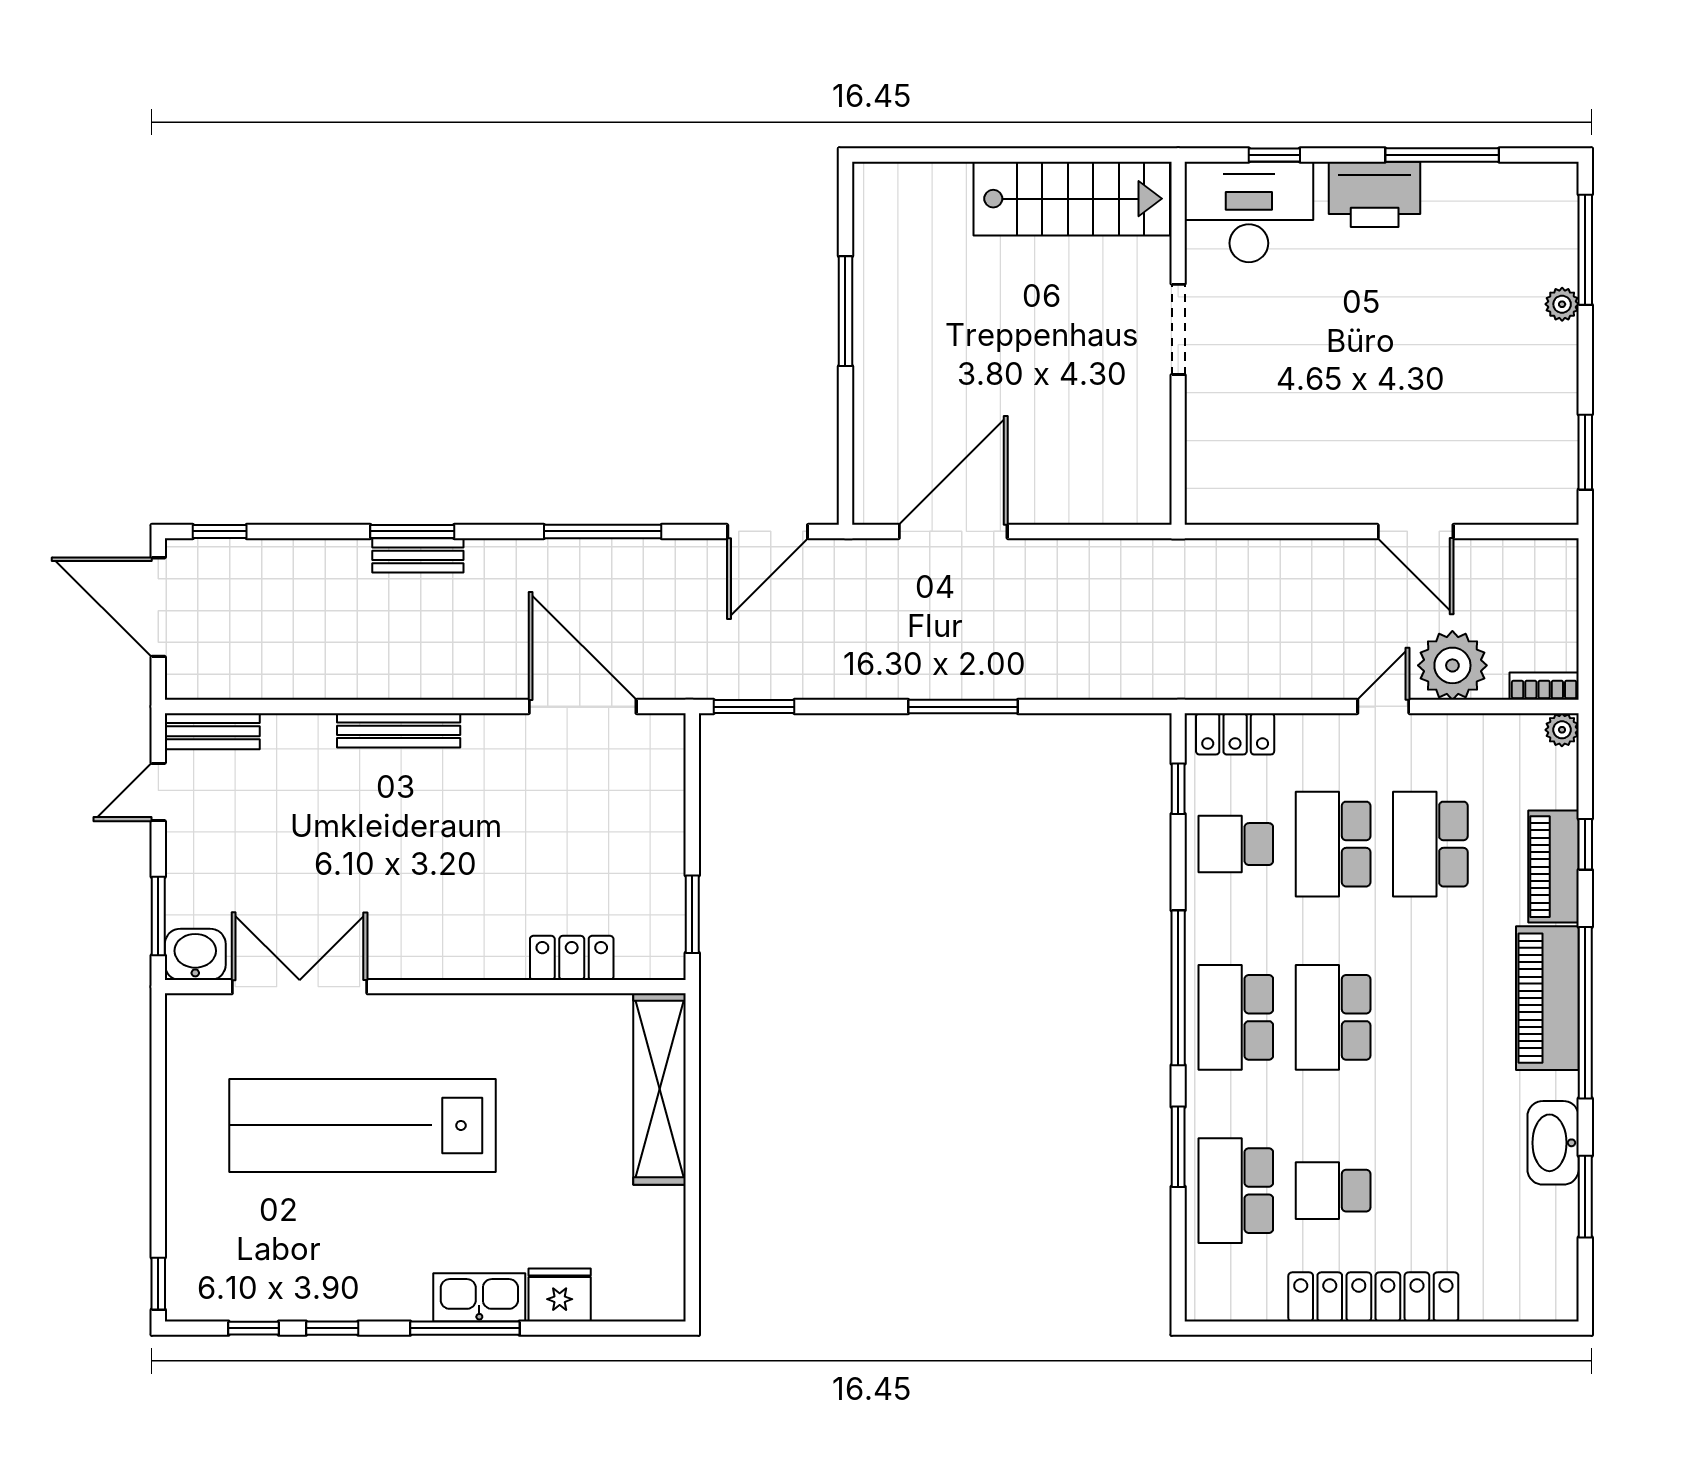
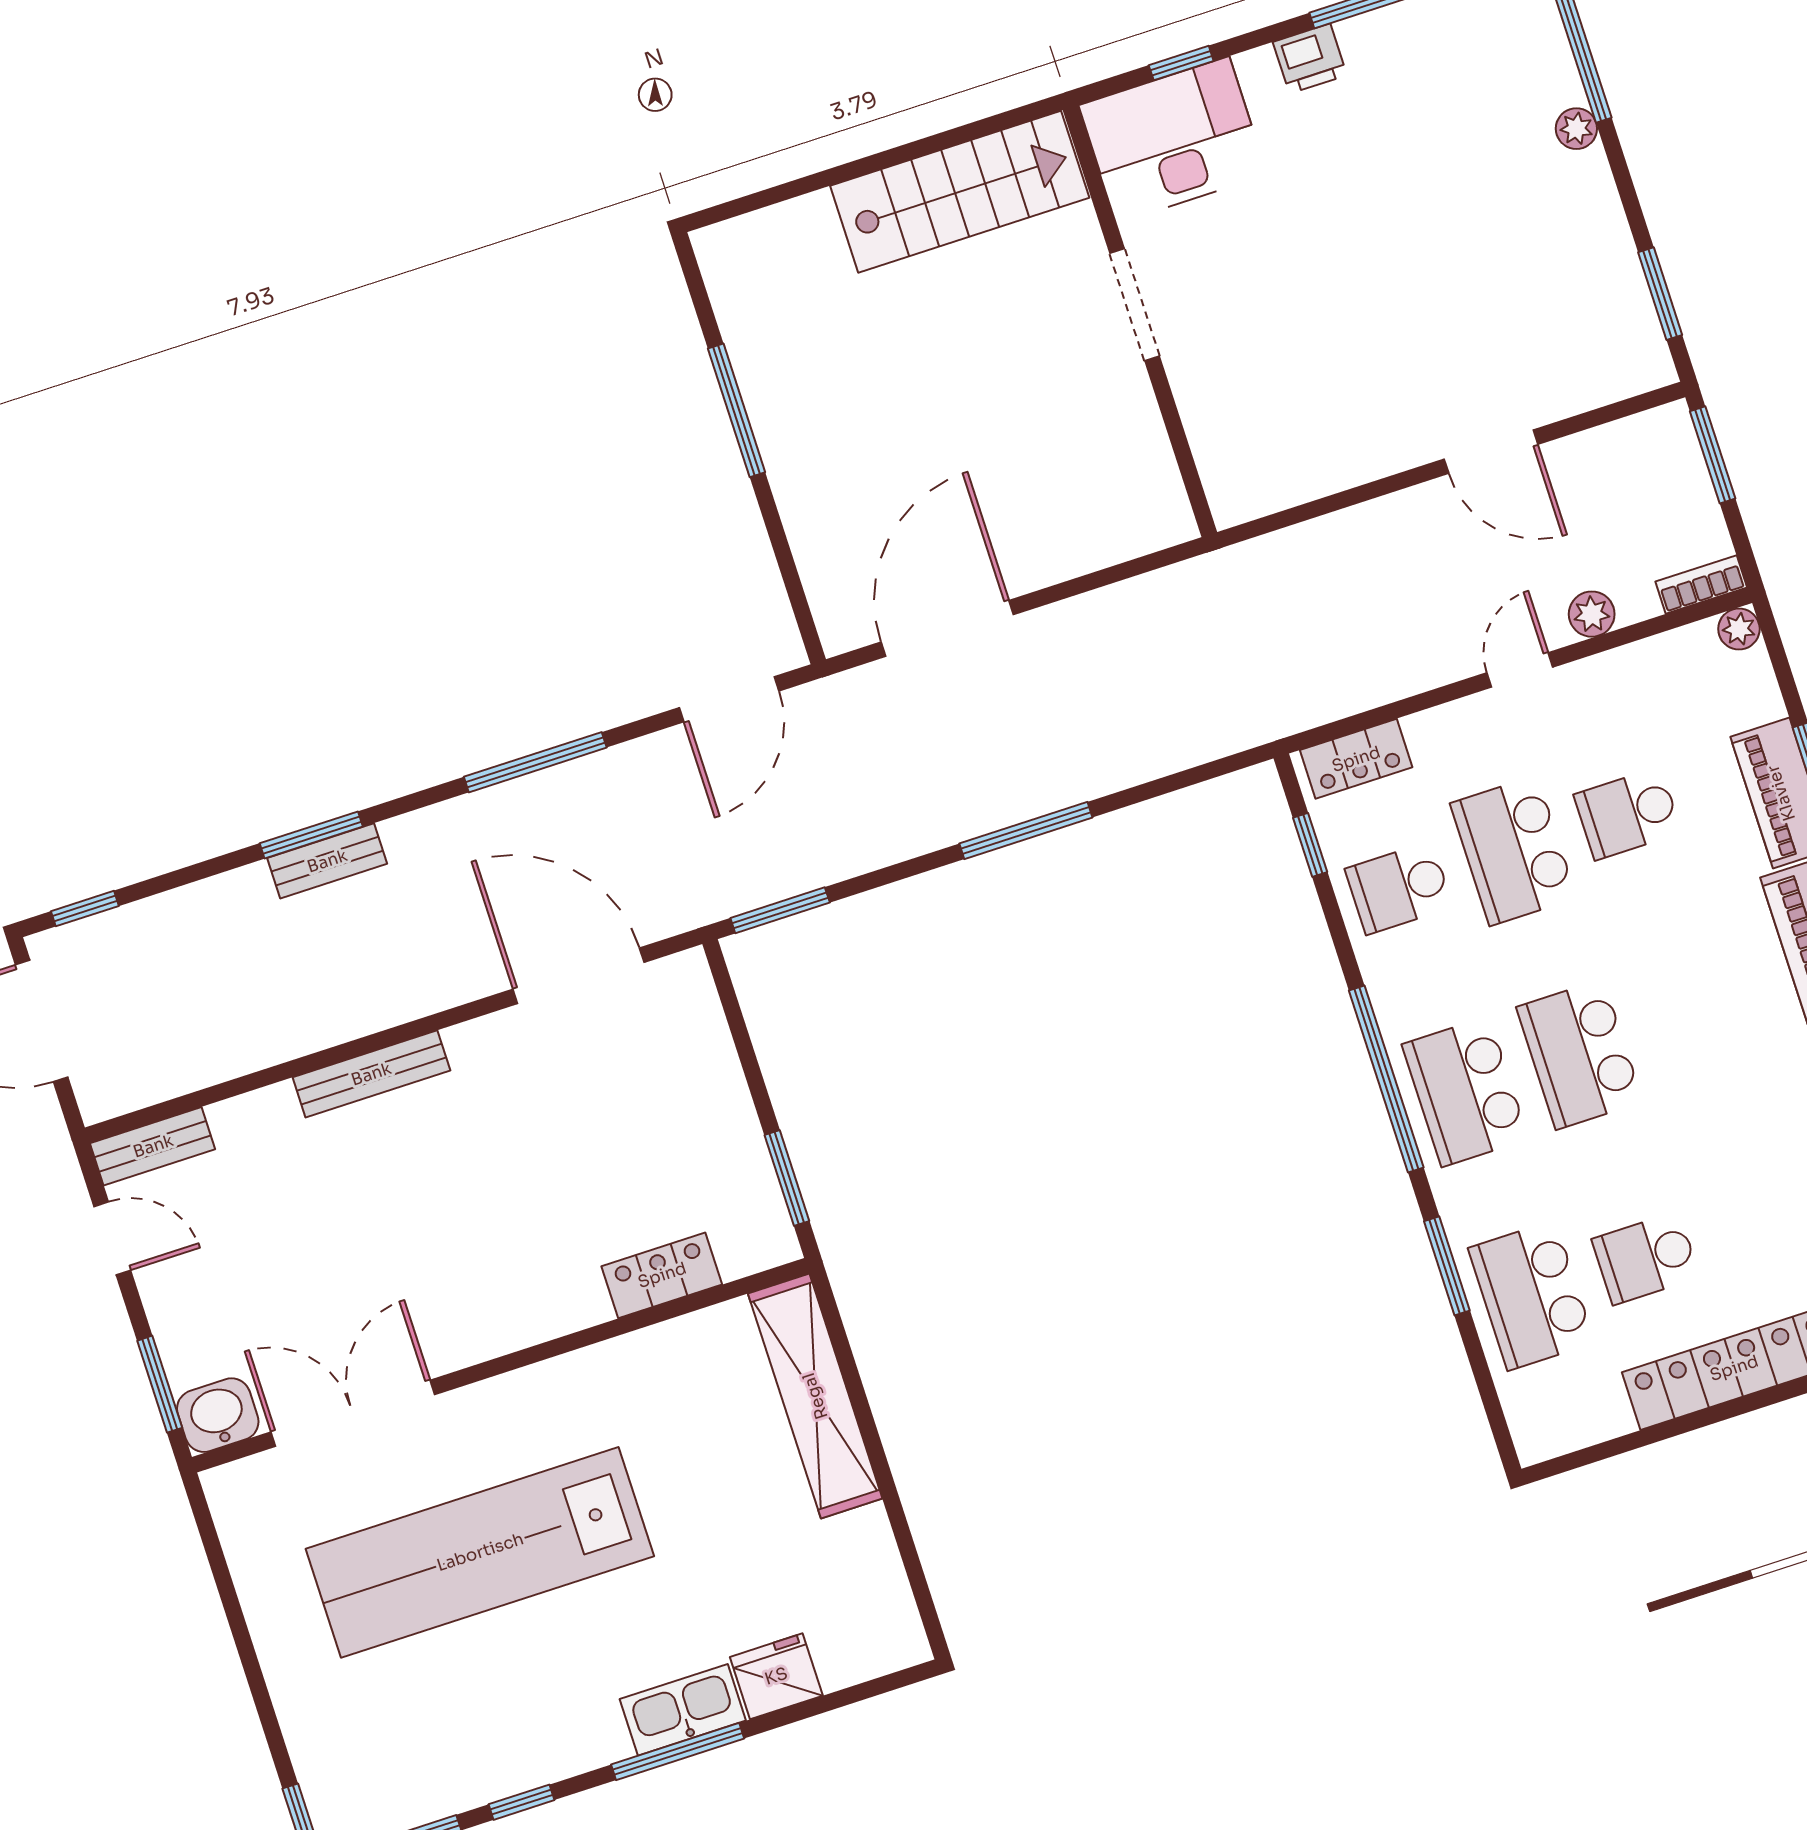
printer: (1375, 194) -> (1310, 59), width x0.53, depth x0.68
window: (1585, 589) -> (1713, 455), added
plant: (1452, 665) -> (1592, 614), width x0.53, depth x0.53
door: (158, 792) -> (112, 1238), swing flipped
school desk: (1430, 844) -> (1628, 814), width x0.54

